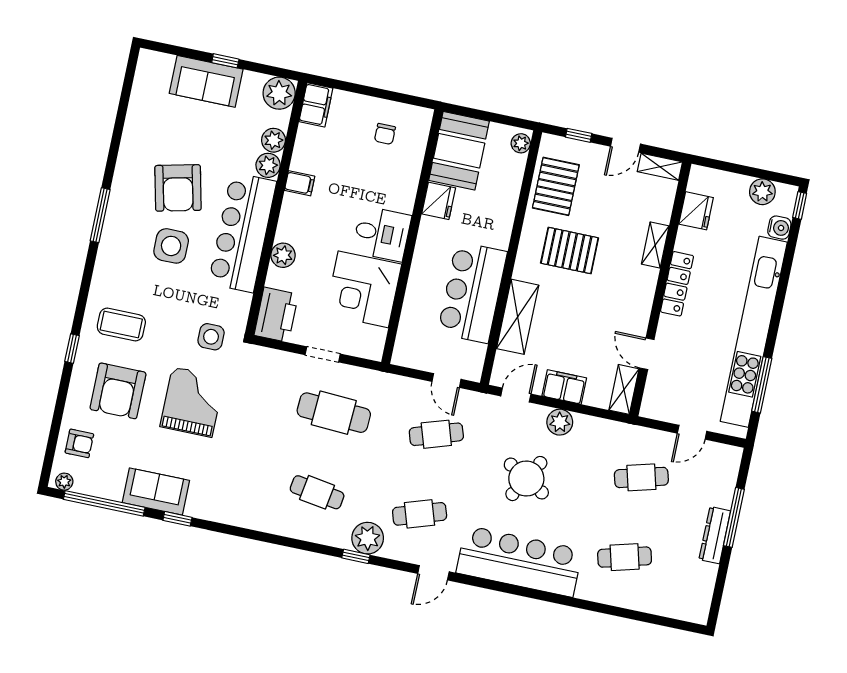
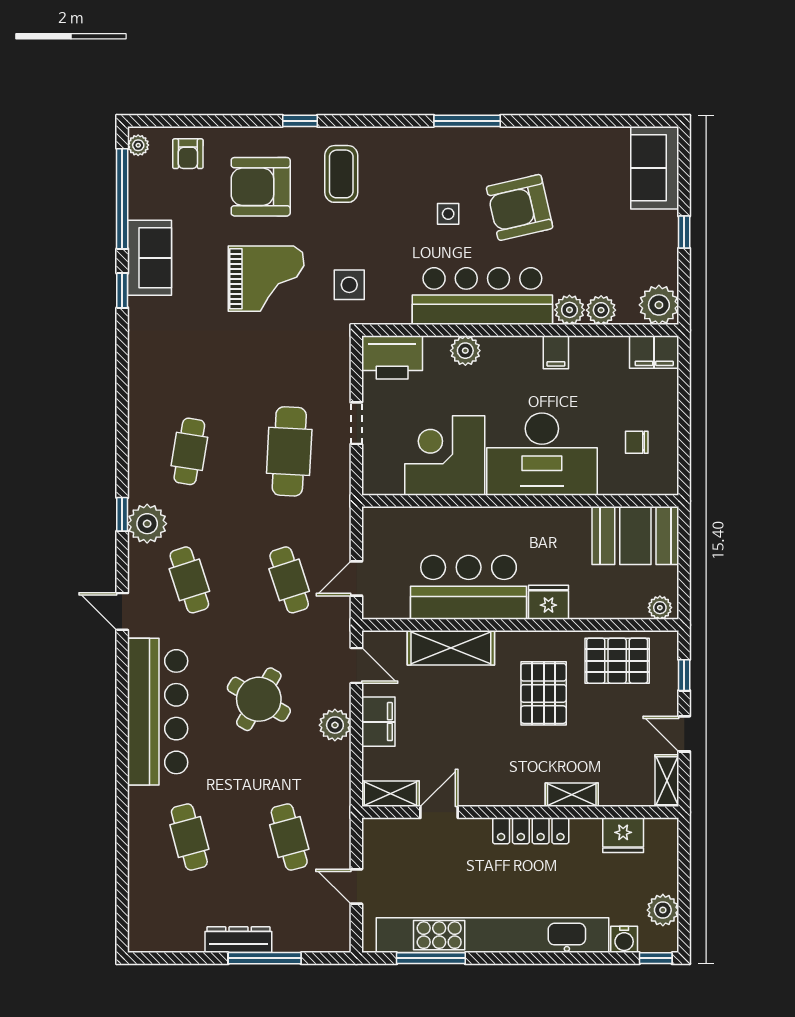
sofa: (206, 81) -> (655, 168), moved
fridge: (439, 201) -> (548, 602), moved, turned 180
desk: (382, 234) -> (542, 454), width x1.87, depth x1.30
side table: (171, 246) -> (448, 214), width x0.54, depth x0.54

